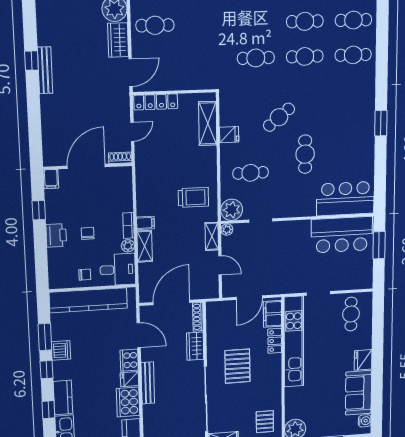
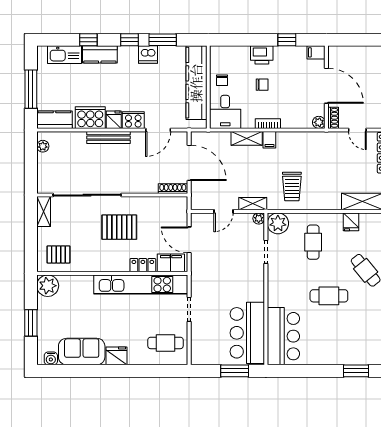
plant: (128, 246) -> (319, 122), moved
wardrobe: (195, 346) -> (143, 185), removed

